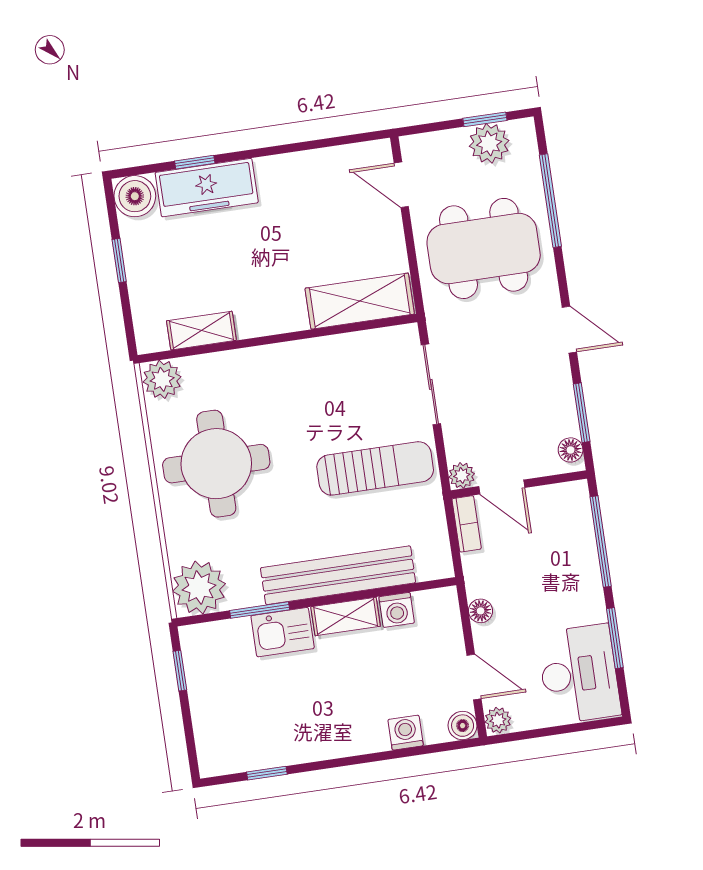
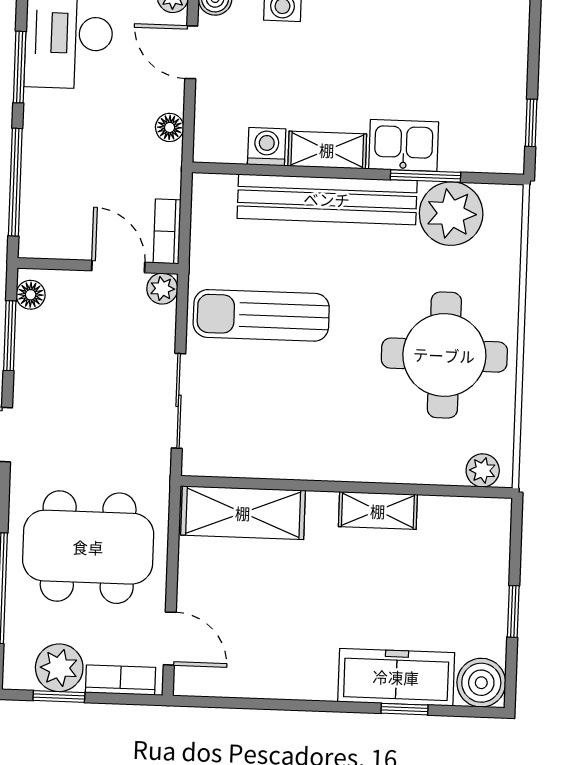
bookcase: (436, 143) -> (121, 680), added
shelving: (201, 331) -> (378, 511), moved
plant: (162, 379) -> (483, 470), width x0.73, depth x0.73
plant: (199, 588) -> (451, 214), moved

